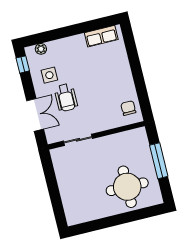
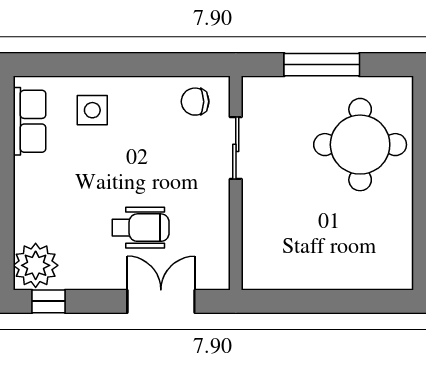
plant: (41, 49) -> (36, 265), width x1.88, depth x1.88
side table: (49, 75) -> (92, 110), moved
sliding door: (78, 140) -> (236, 148), moved

